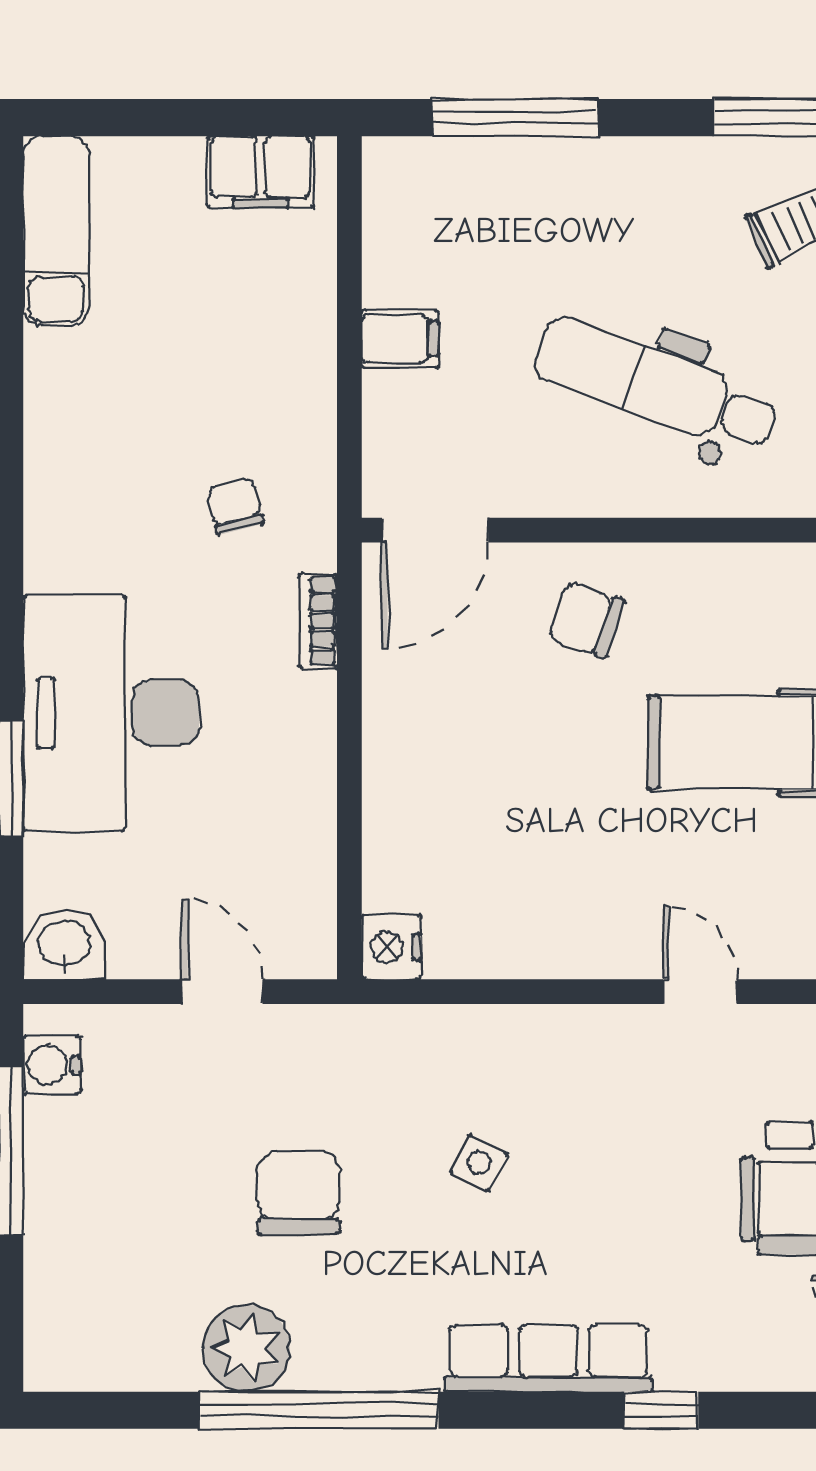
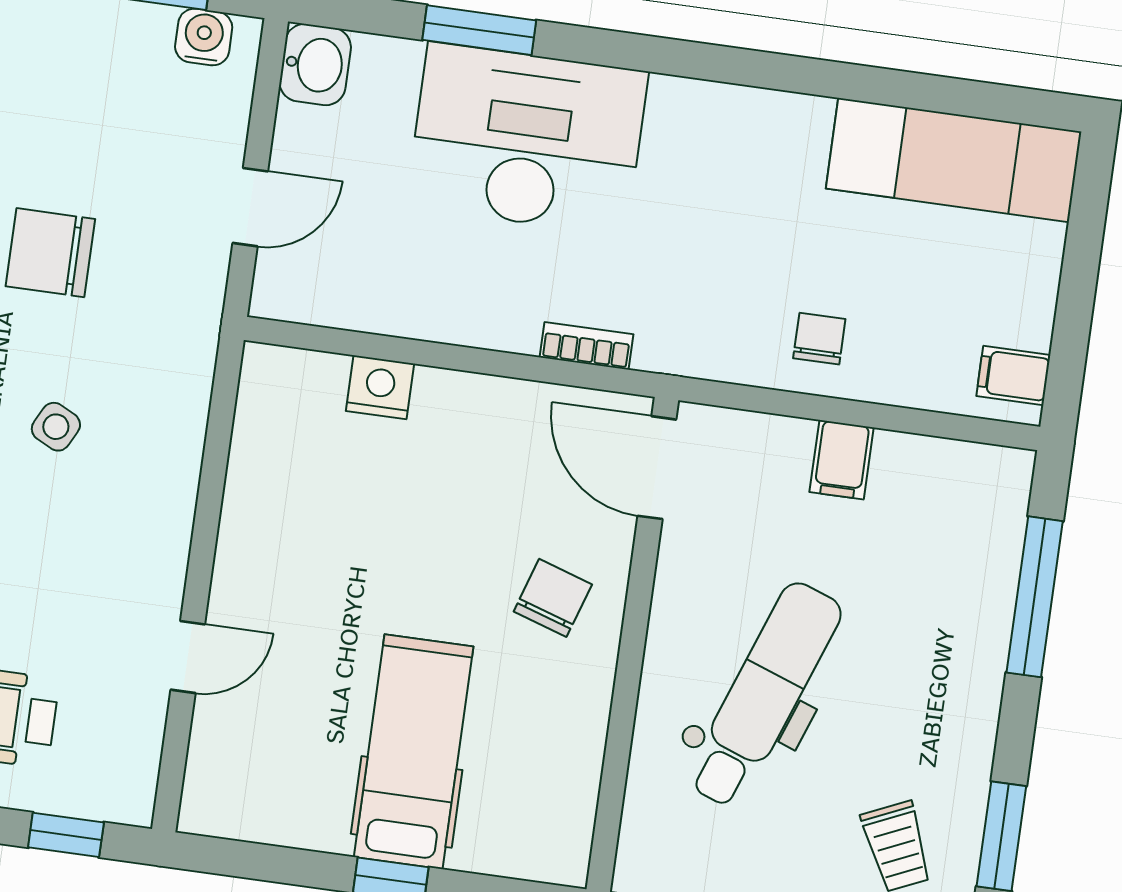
filing cabinet: (261, 172) -> (1013, 376), width x0.50
exam couch: (56, 231) -> (954, 160), width x1.36, depth x1.45
chair: (235, 506) -> (819, 339), moved, turned -76
nightstand: (391, 947) -> (380, 387), moved
chair: (299, 1193) -> (50, 253), turned 180

